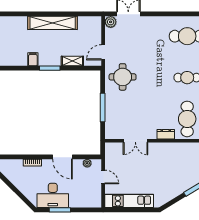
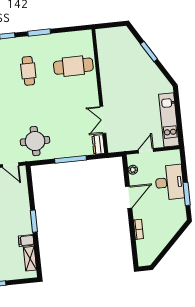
shelving: (72, 61) -> (30, 259), moved
dresser: (166, 134) -> (98, 145), moved
double door: (135, 141) -> (103, 120), swing flipped
desk: (53, 195) -> (170, 182), moved

